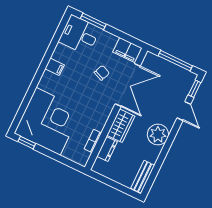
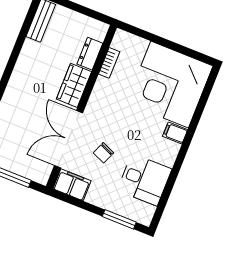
desk: (79, 35) -> (144, 180), moved
filing cabinet: (55, 67) -> (175, 133), moved
plant: (158, 135) -> (25, 77), removed
window: (27, 143) -> (196, 55), removed

